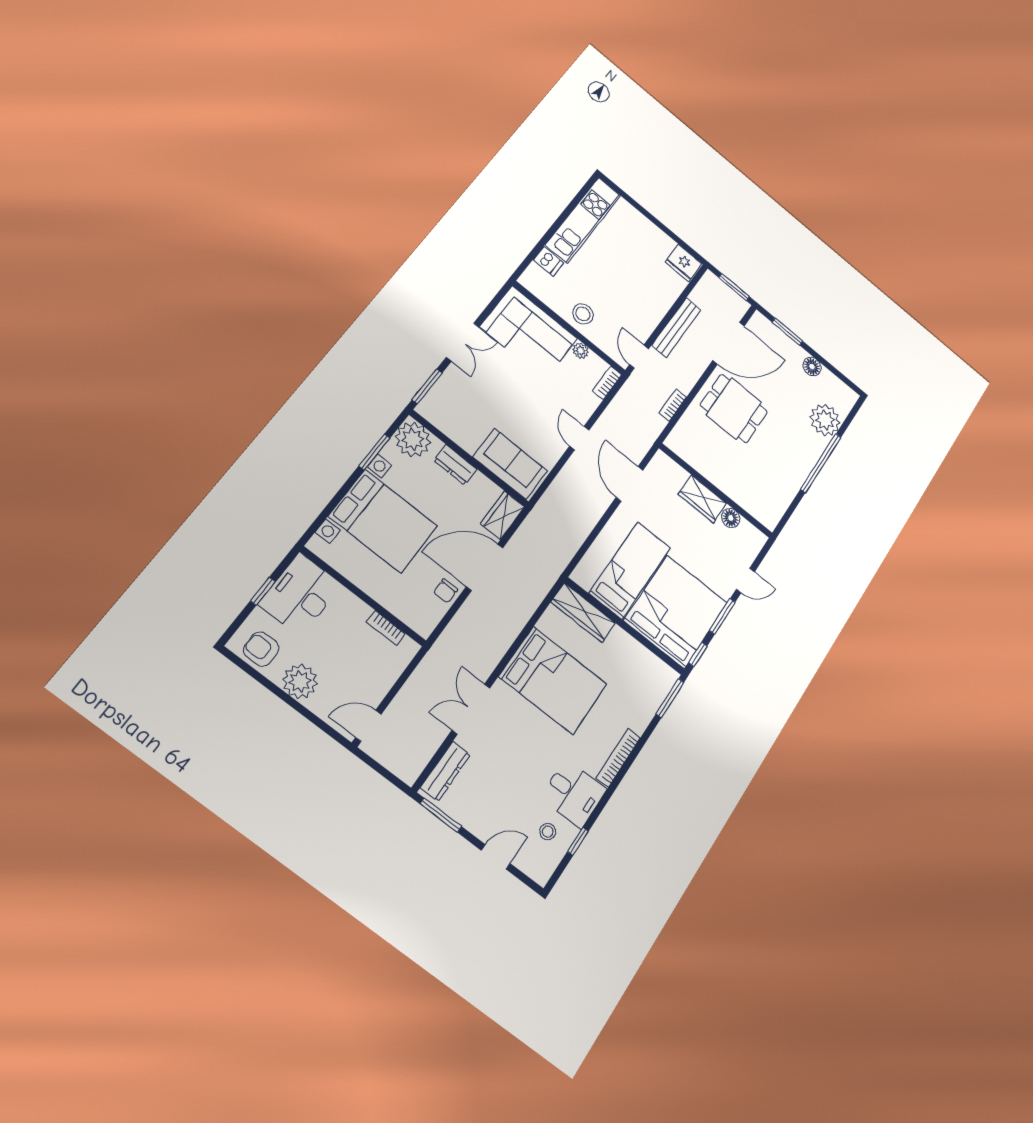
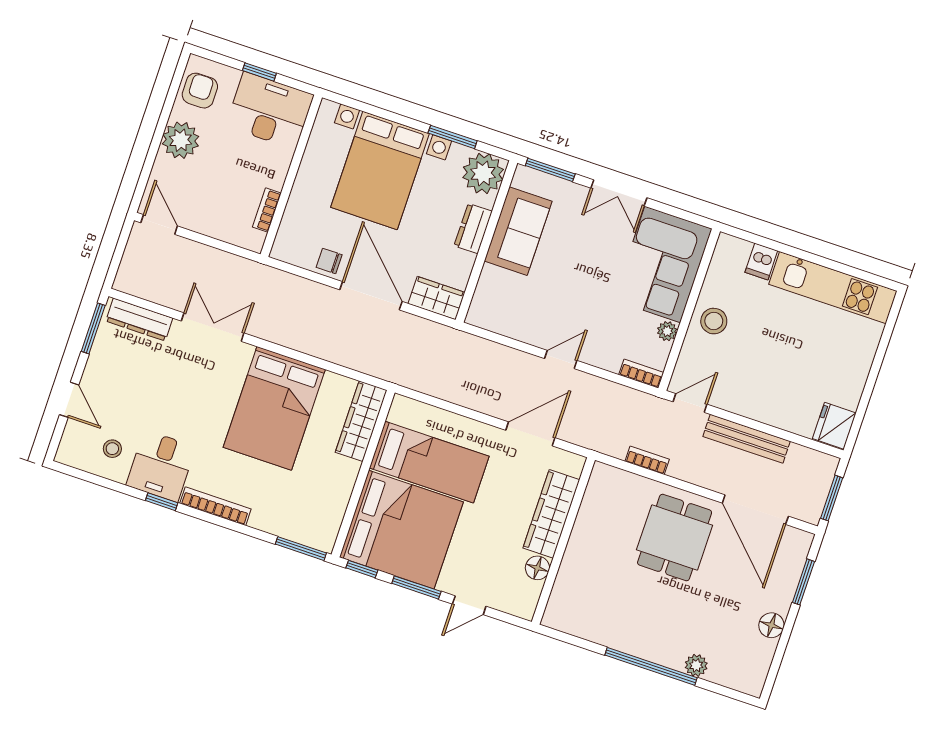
plant: (825, 420) -> (696, 665), width x0.53, depth x0.53
sofa: (510, 464) -> (518, 231), moved
wardrobe: (702, 499) -> (551, 514), width x1.50
door: (745, 581) -> (469, 605), hinge flipped
window: (578, 841) -> (162, 502), moved

